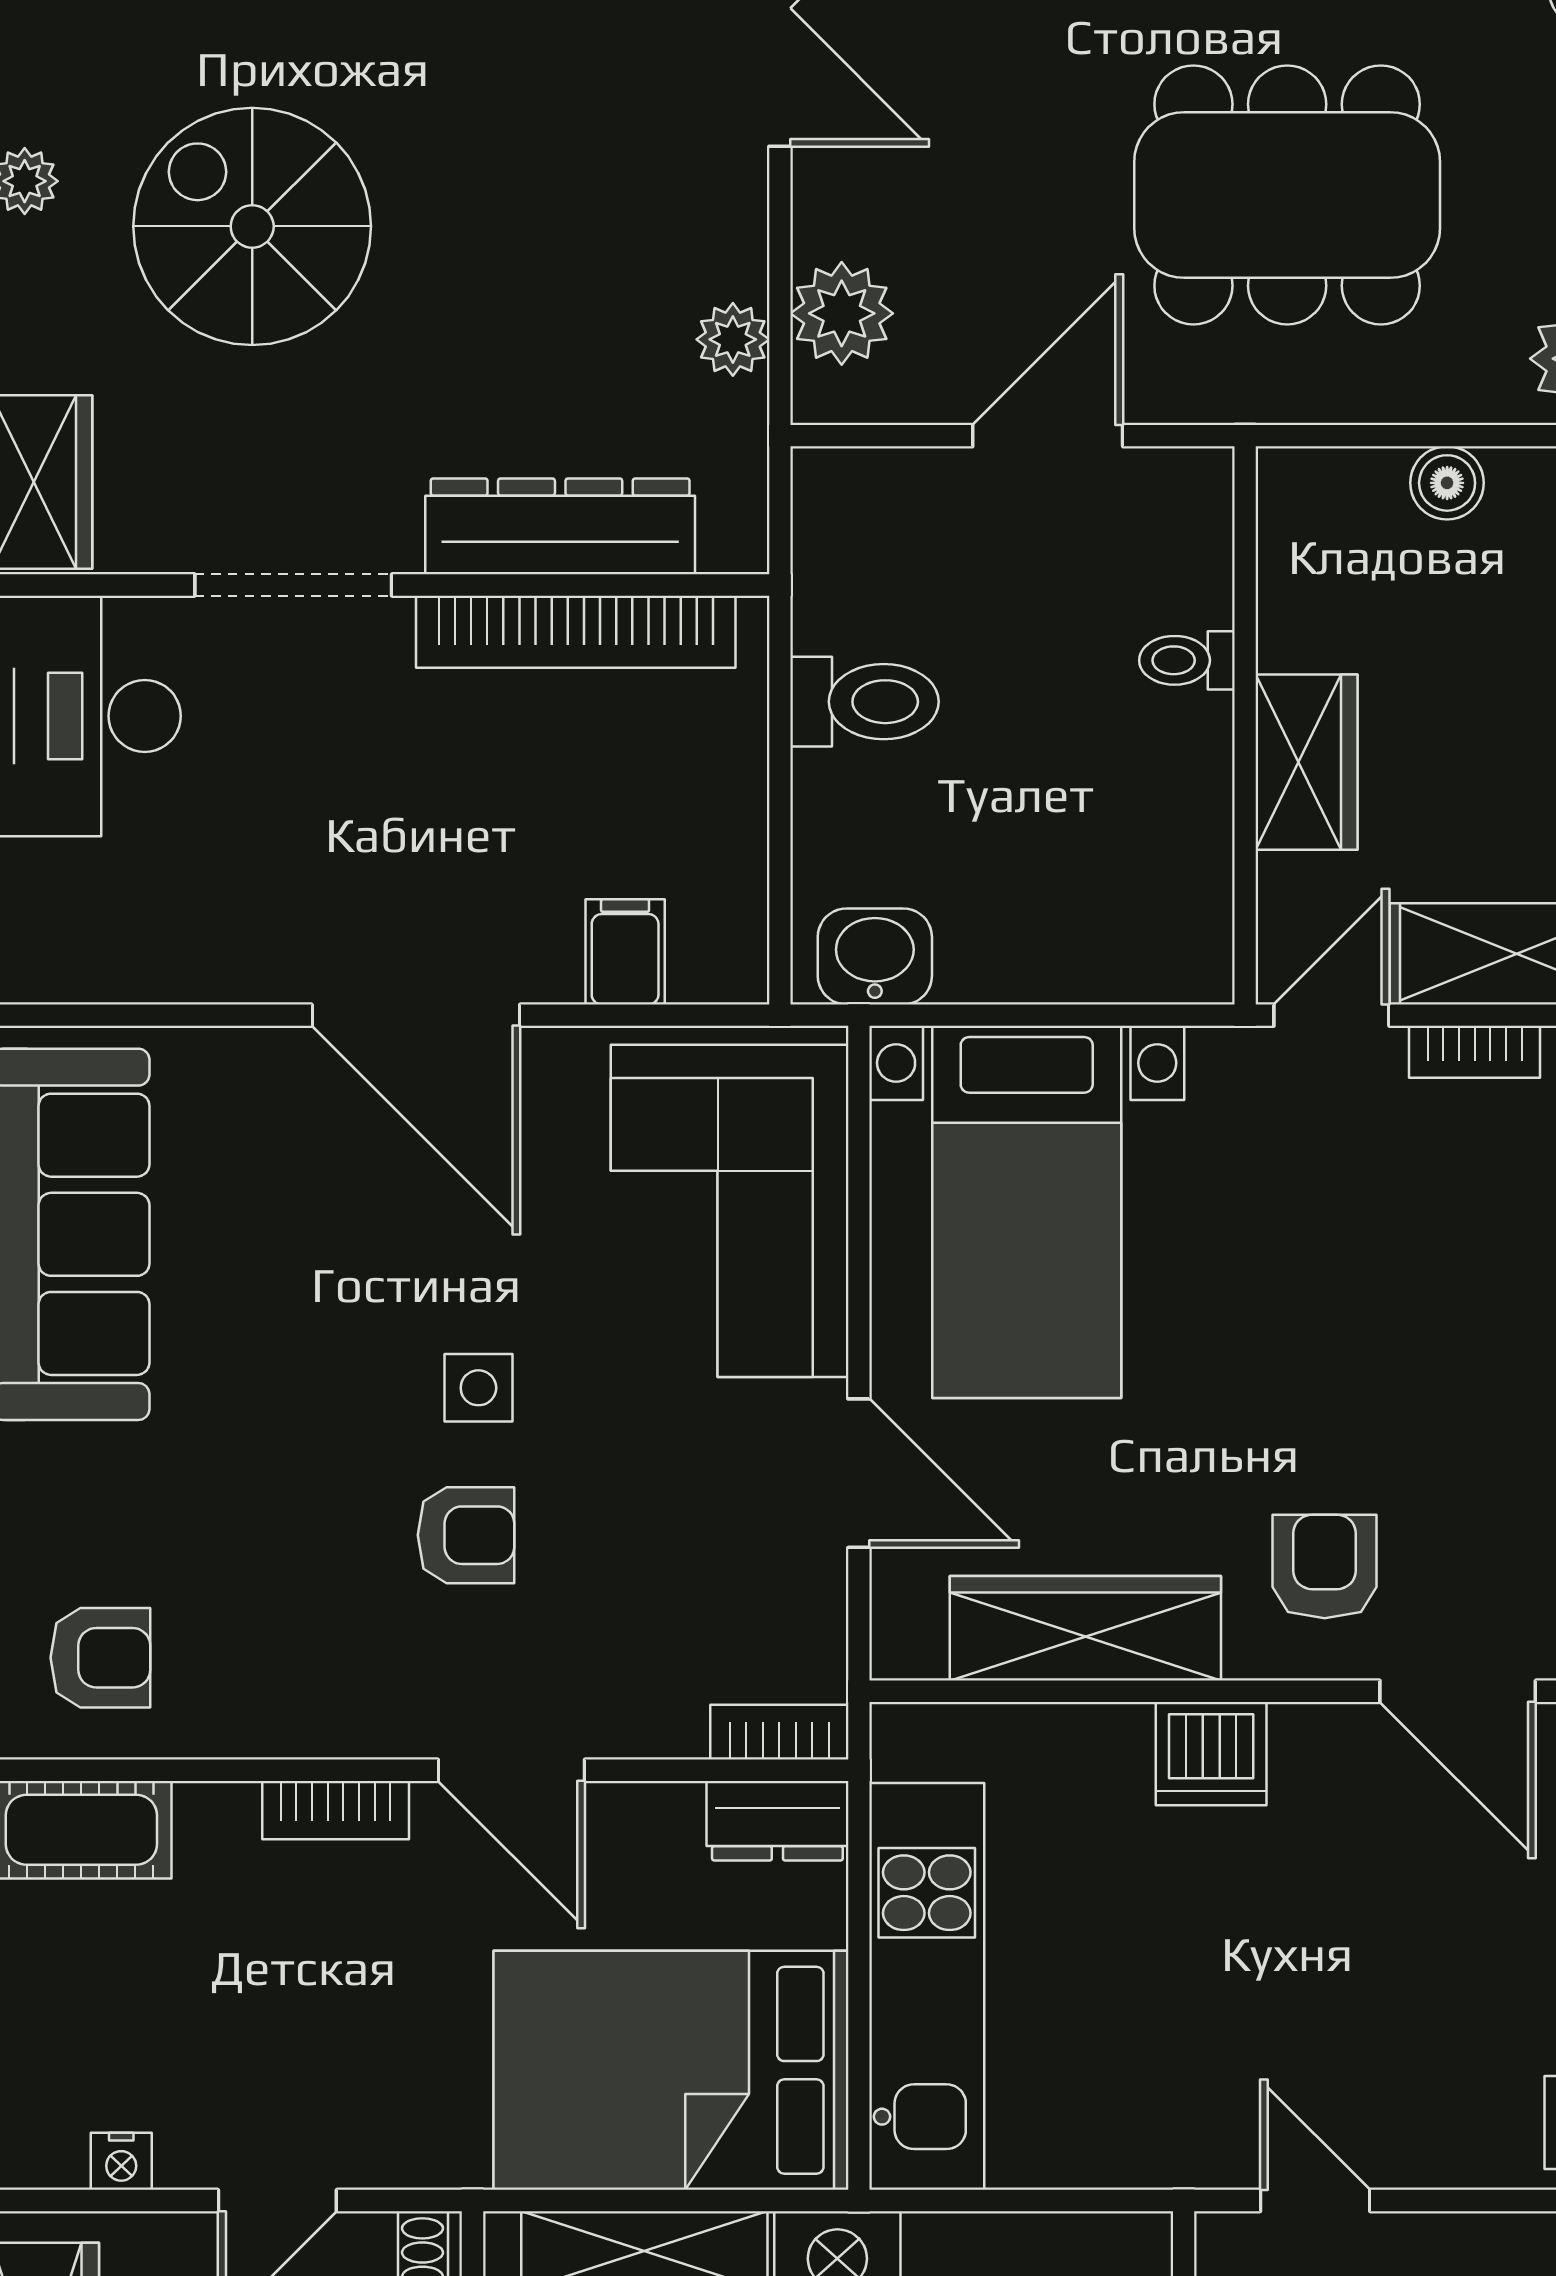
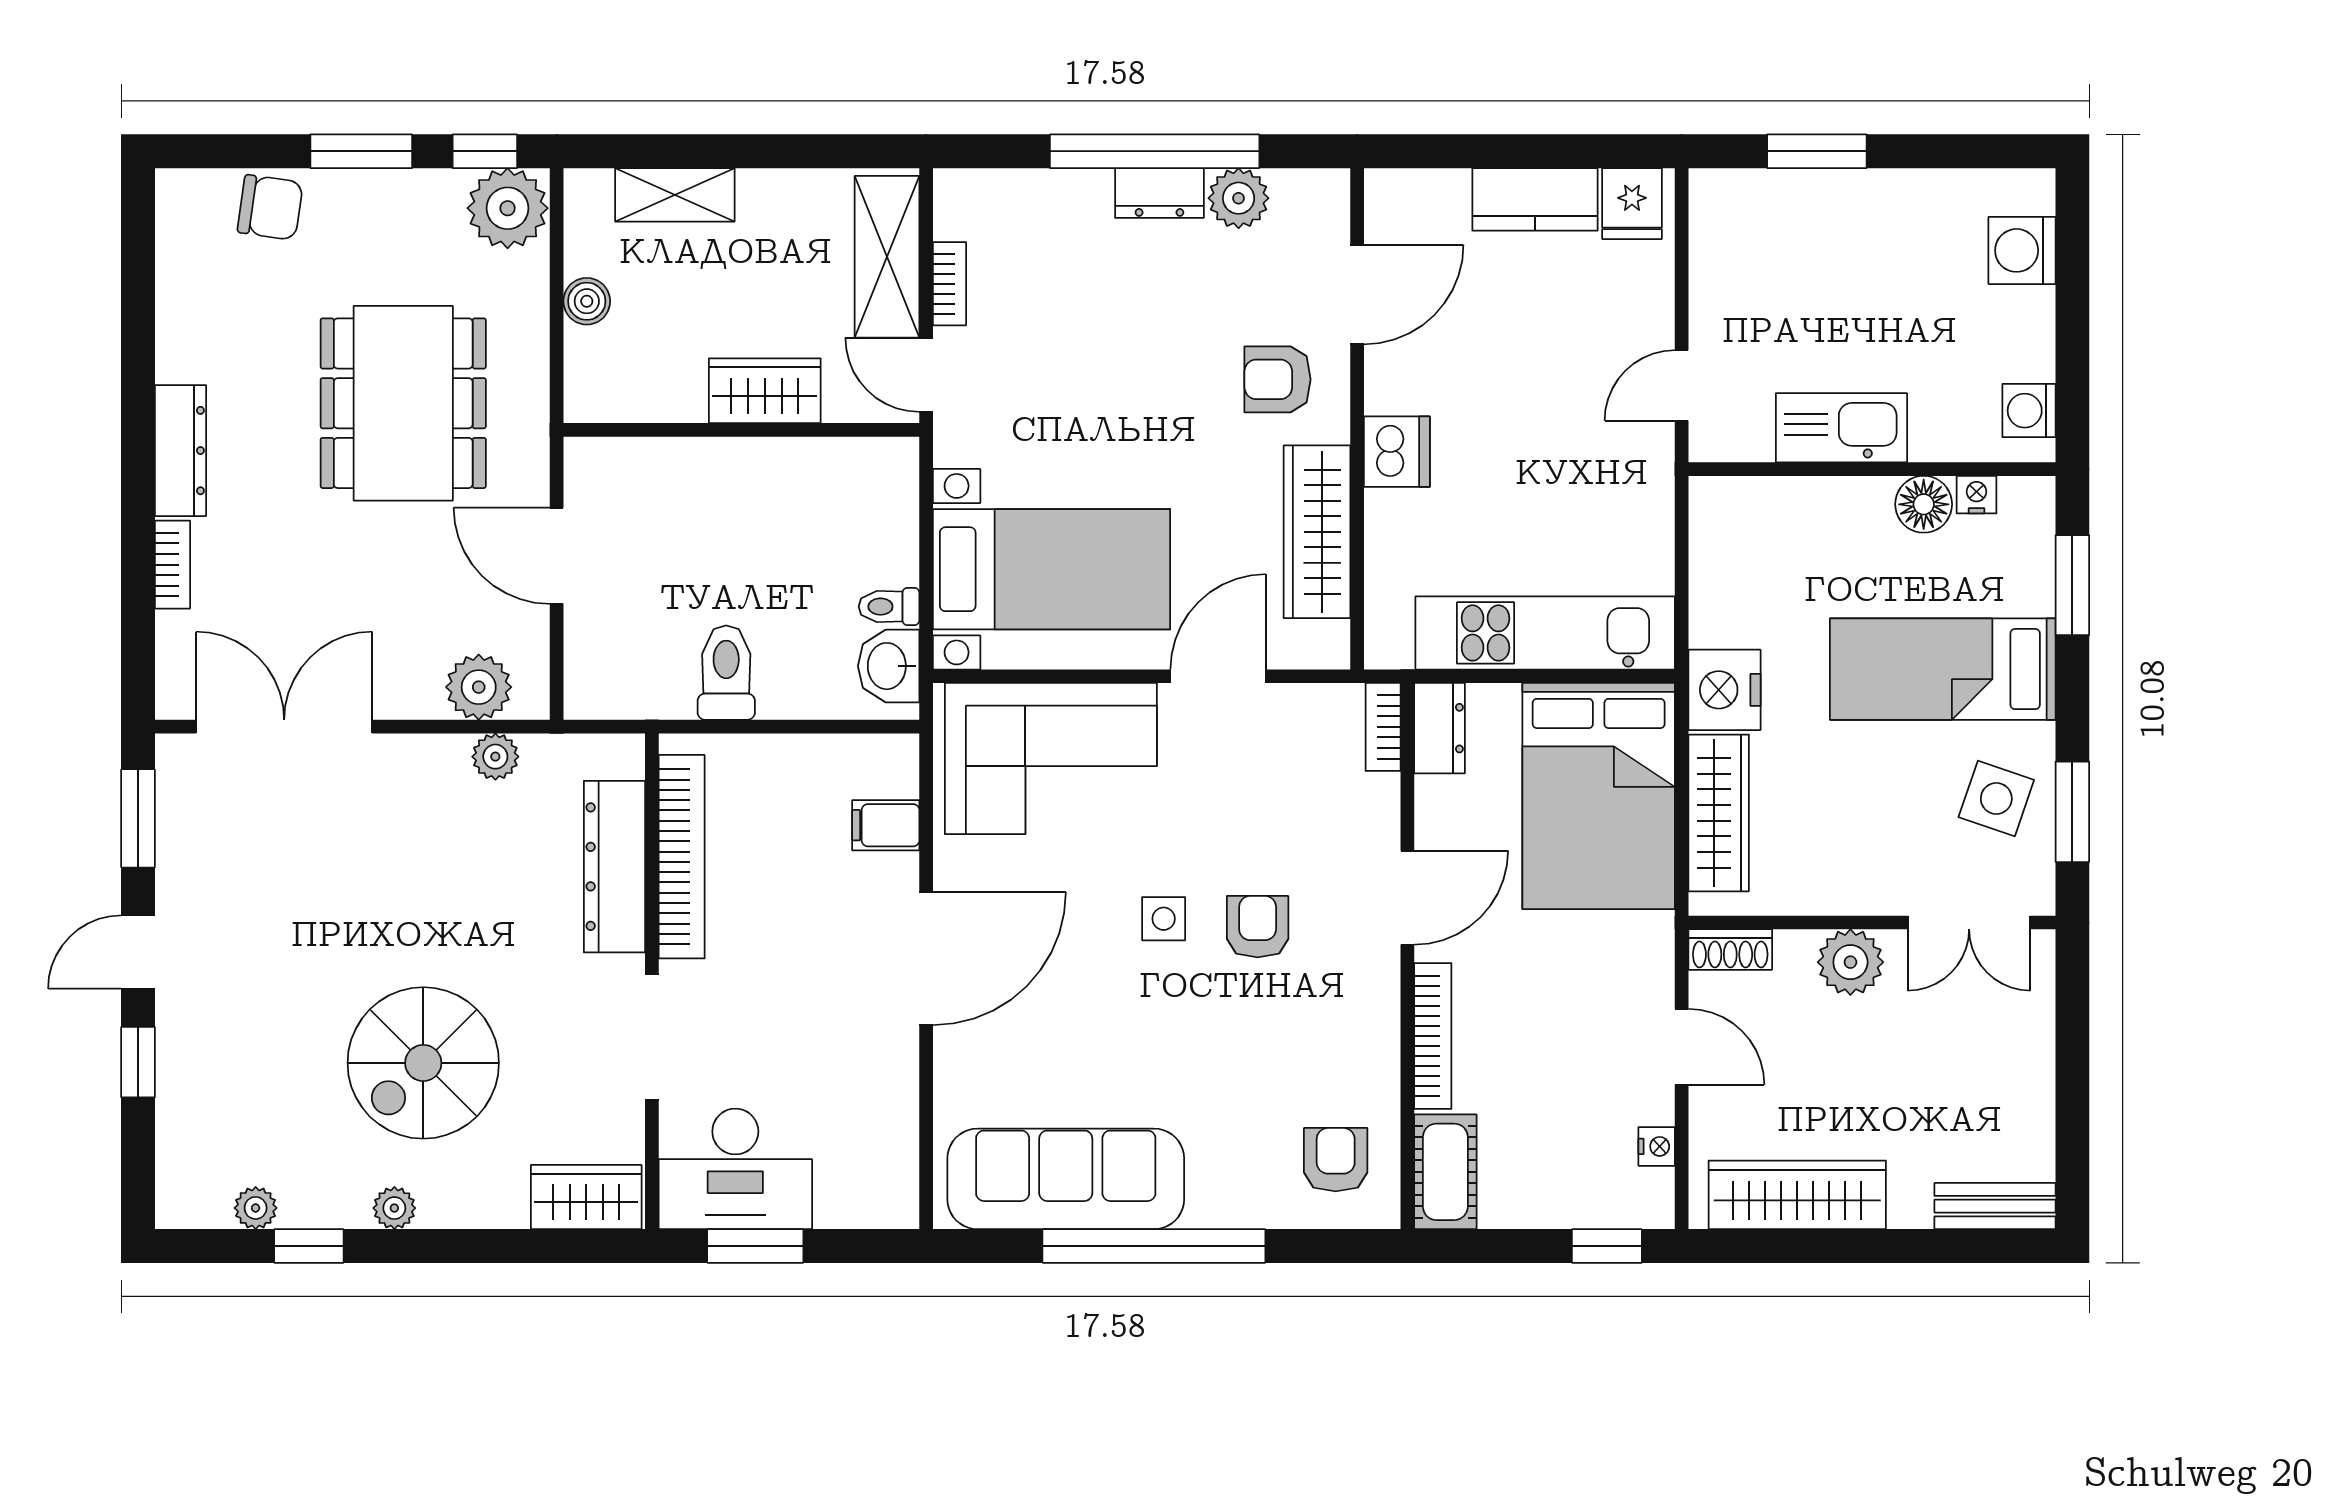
toilet: (1187, 660) -> (889, 607), moved, turned 90
bookcase: (336, 1810) -> (1433, 1036), width x1.56

